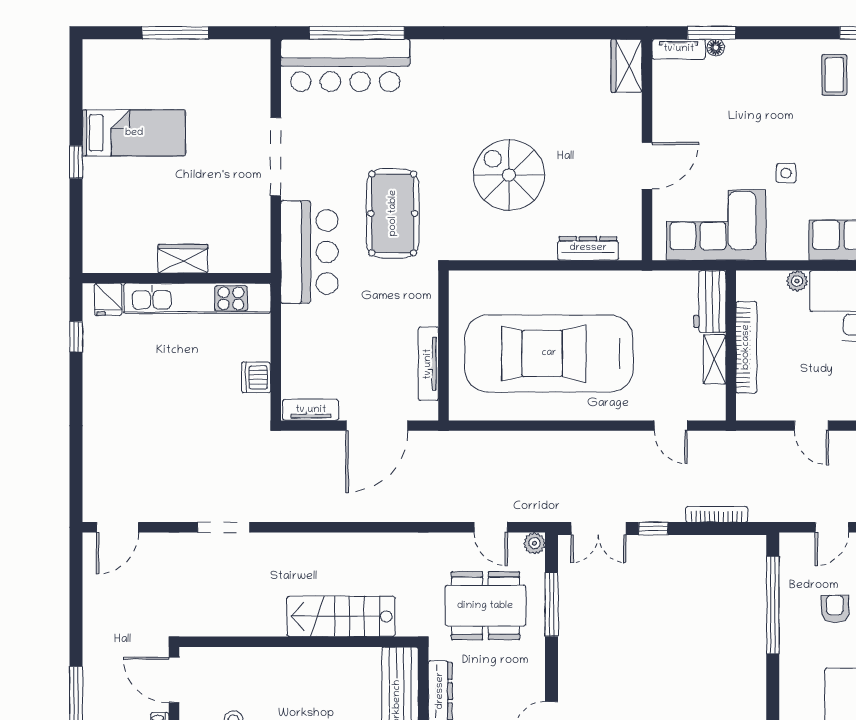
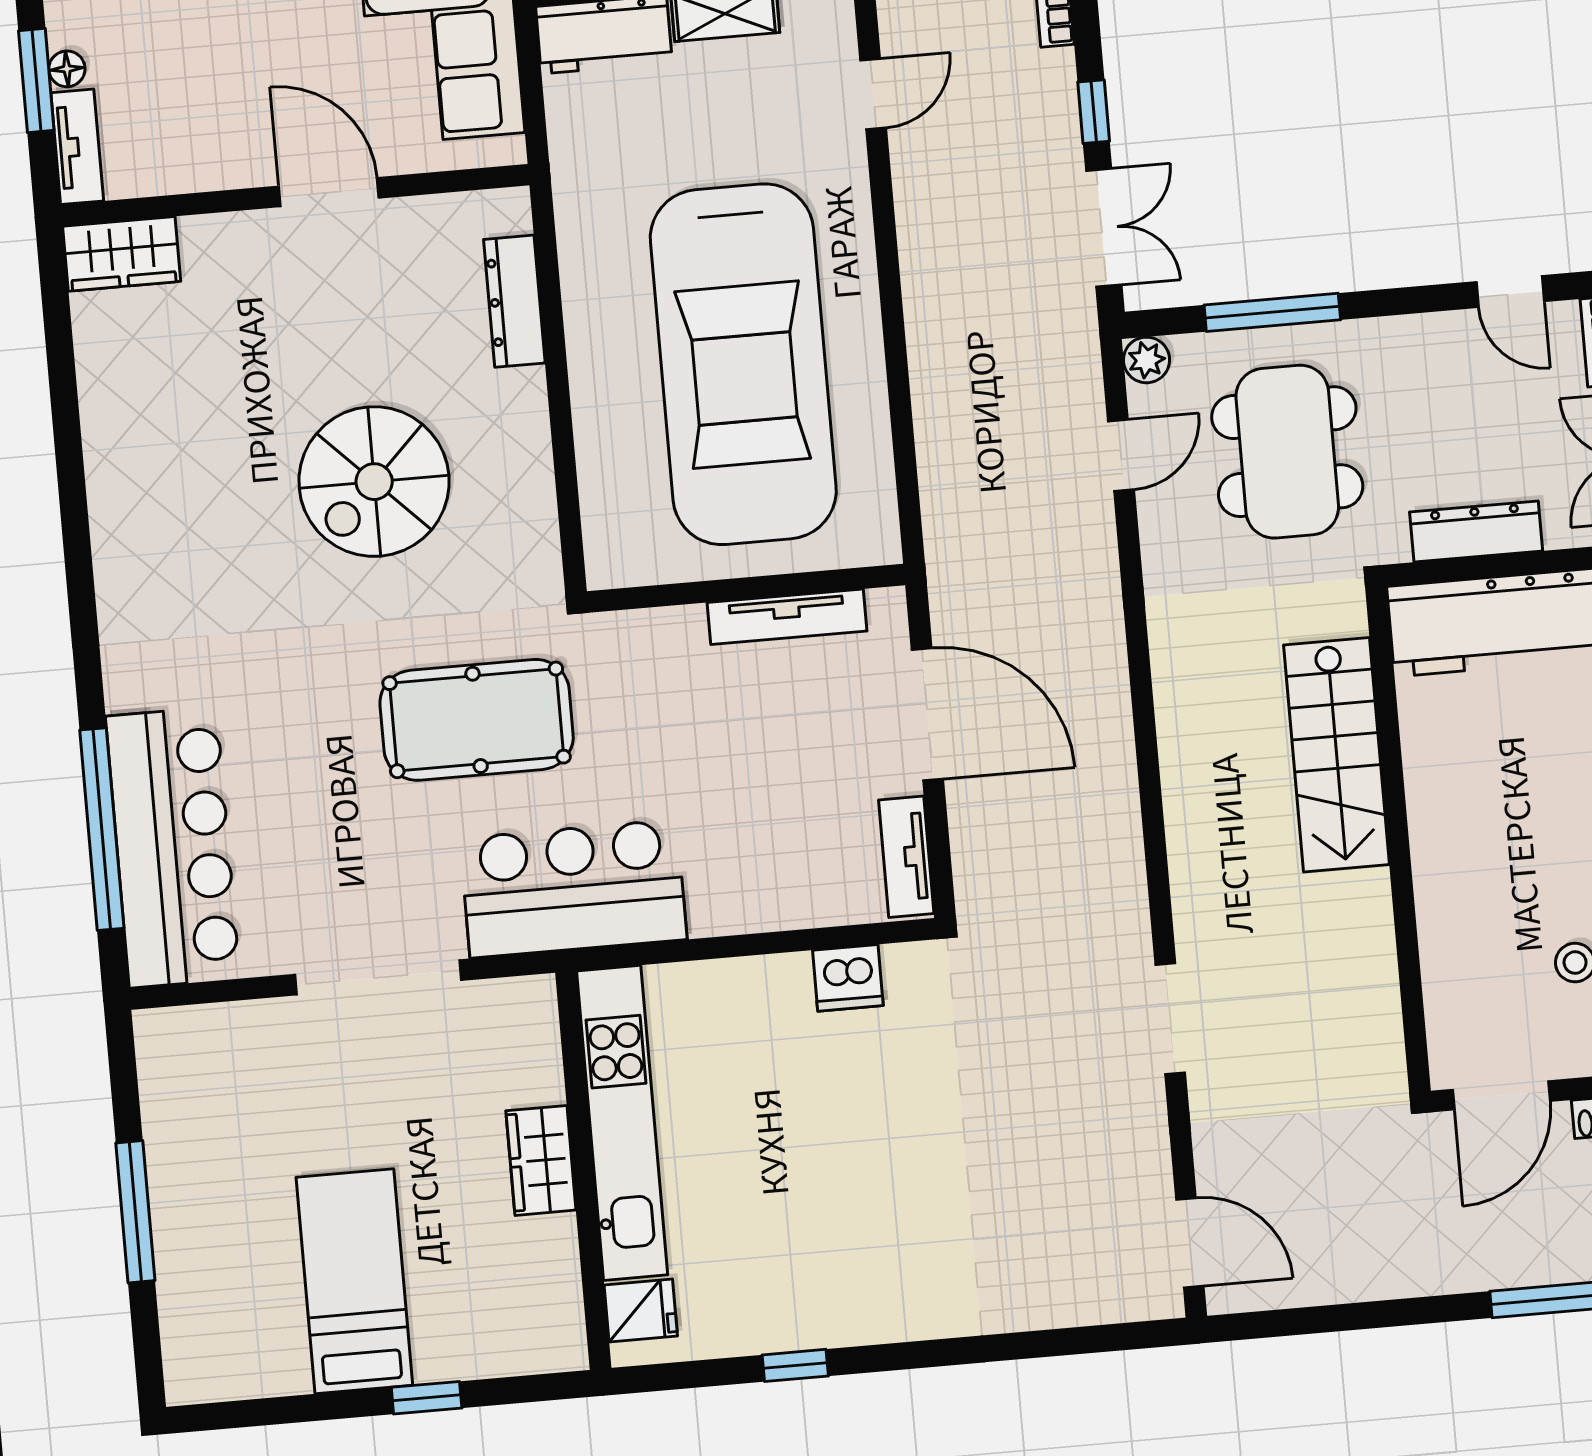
wardrobe: (183, 259) -> (541, 1160), moved
wall: (177, 278) -> (583, 1170), moved
kitchen unit: (197, 298) -> (622, 1123), moved
fridge: (108, 299) -> (641, 1311), moved

